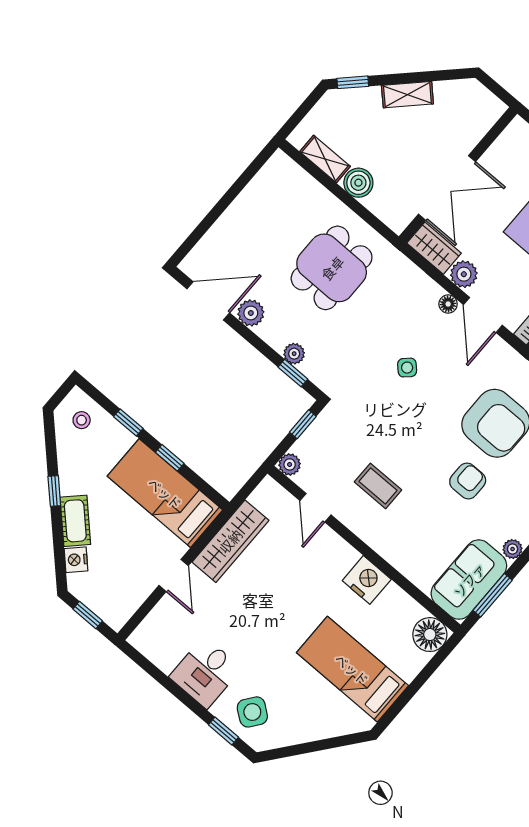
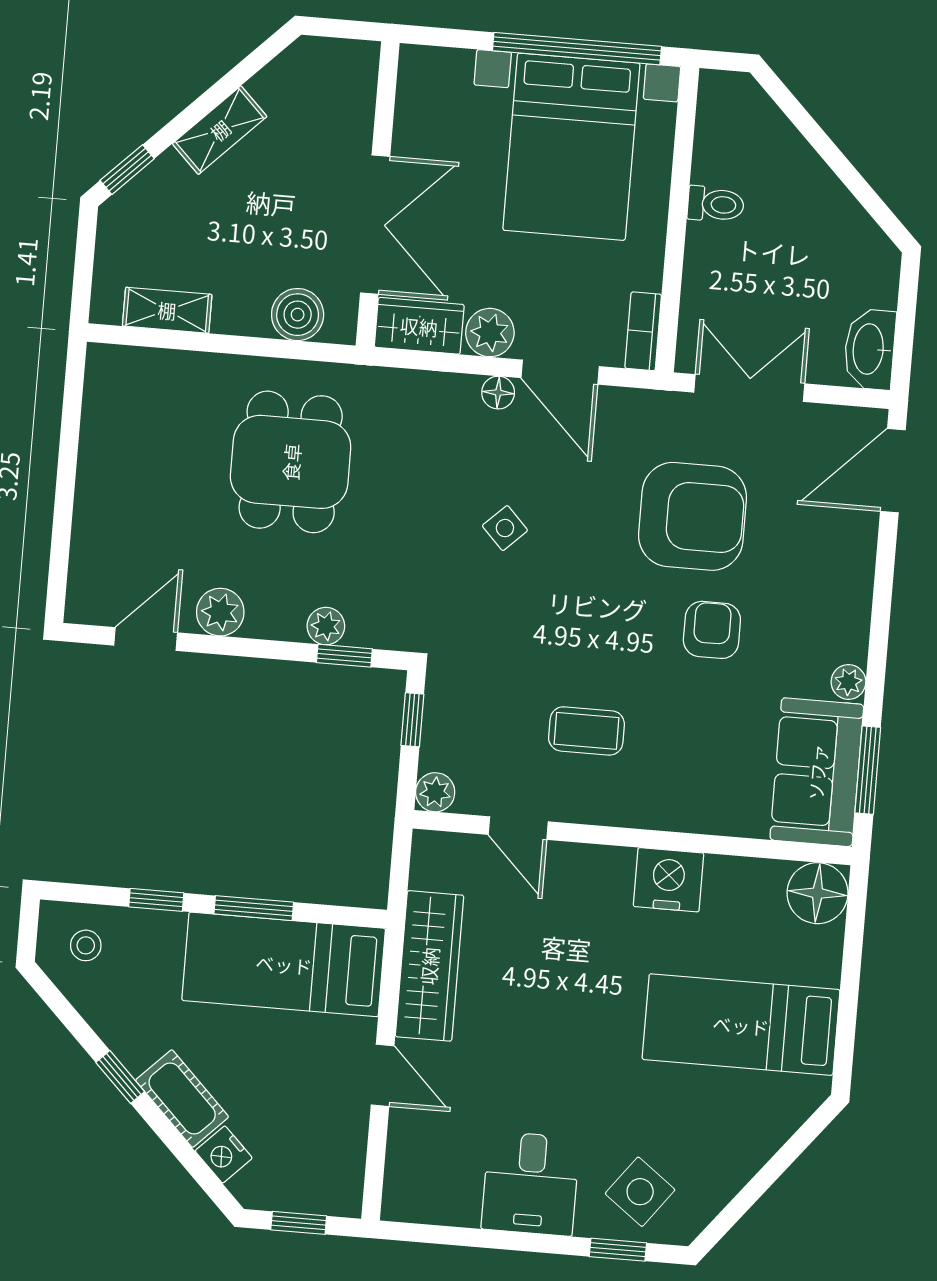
boiler: (358, 183) -> (298, 315), moved
door: (208, 301) -> (146, 639), width x0.73
window: (170, 458) -> (254, 908), width x1.50

